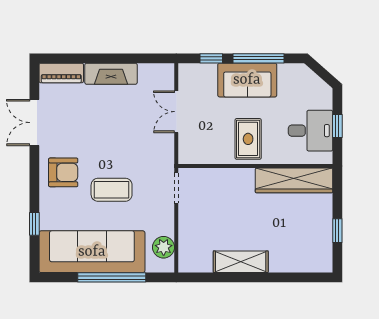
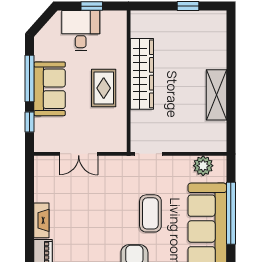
fireplace: (111, 74) -> (41, 220), width x0.73, depth x0.76
desk: (311, 131) -> (81, 31), moved
rug: (248, 139) -> (104, 88), turned 90
wardrobe: (294, 180) -> (142, 74), moved

